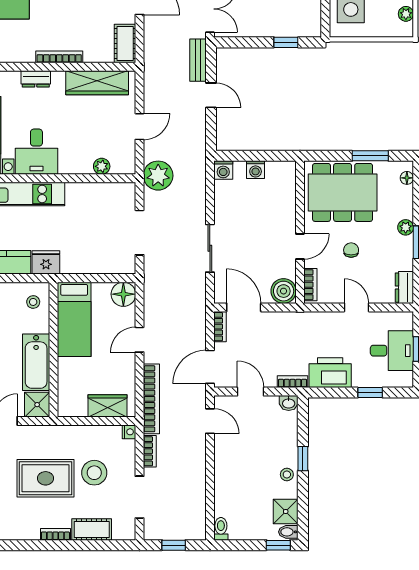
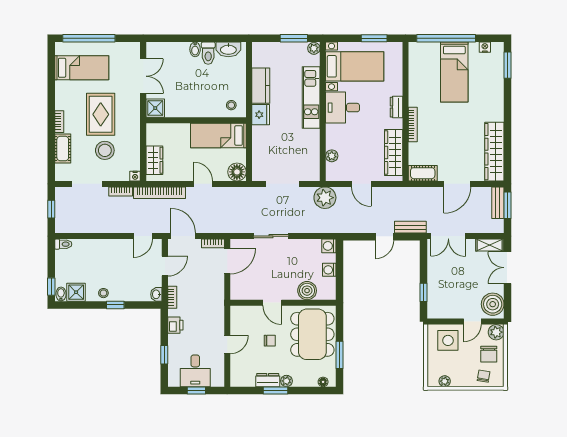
bookcase: (310, 285) -> (244, 310), removed
dresser: (404, 288) -> (268, 380), moved
boiler: (284, 291) -> (307, 291), moved
bathtub: (36, 362) -> (187, 107), removed
printer: (330, 373) -> (175, 325), width x0.53, depth x0.68

